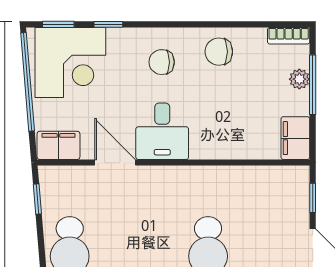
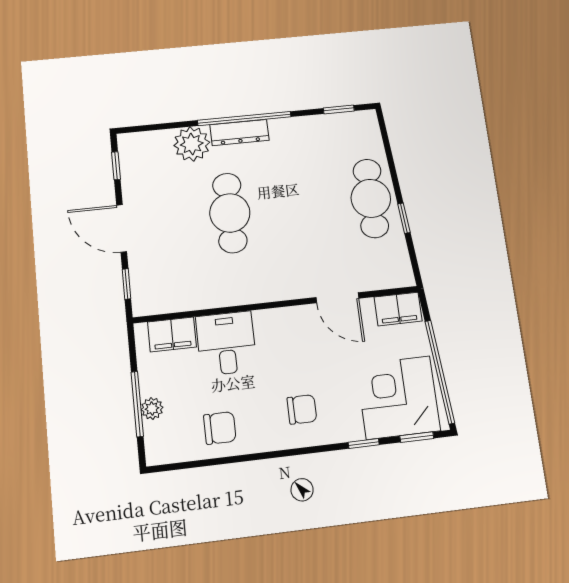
bookcase: (289, 36) -> (168, 455), removed
chair: (219, 52) -> (220, 428), moved
desk: (162, 131) -> (226, 343), moved
filing cabinet: (295, 138) -> (172, 334), moved, turned 90
window: (37, 199) -> (404, 218), moved

